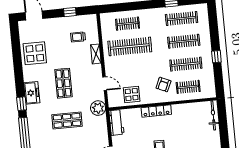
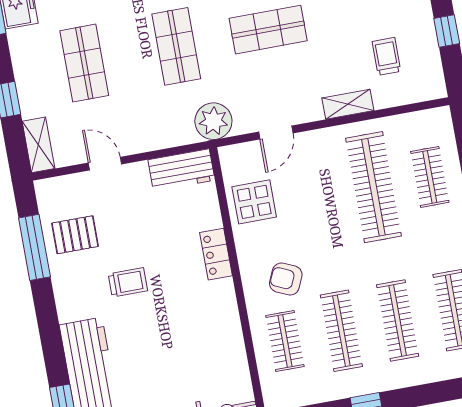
locker: (156, 111) -> (216, 254), width x0.66

